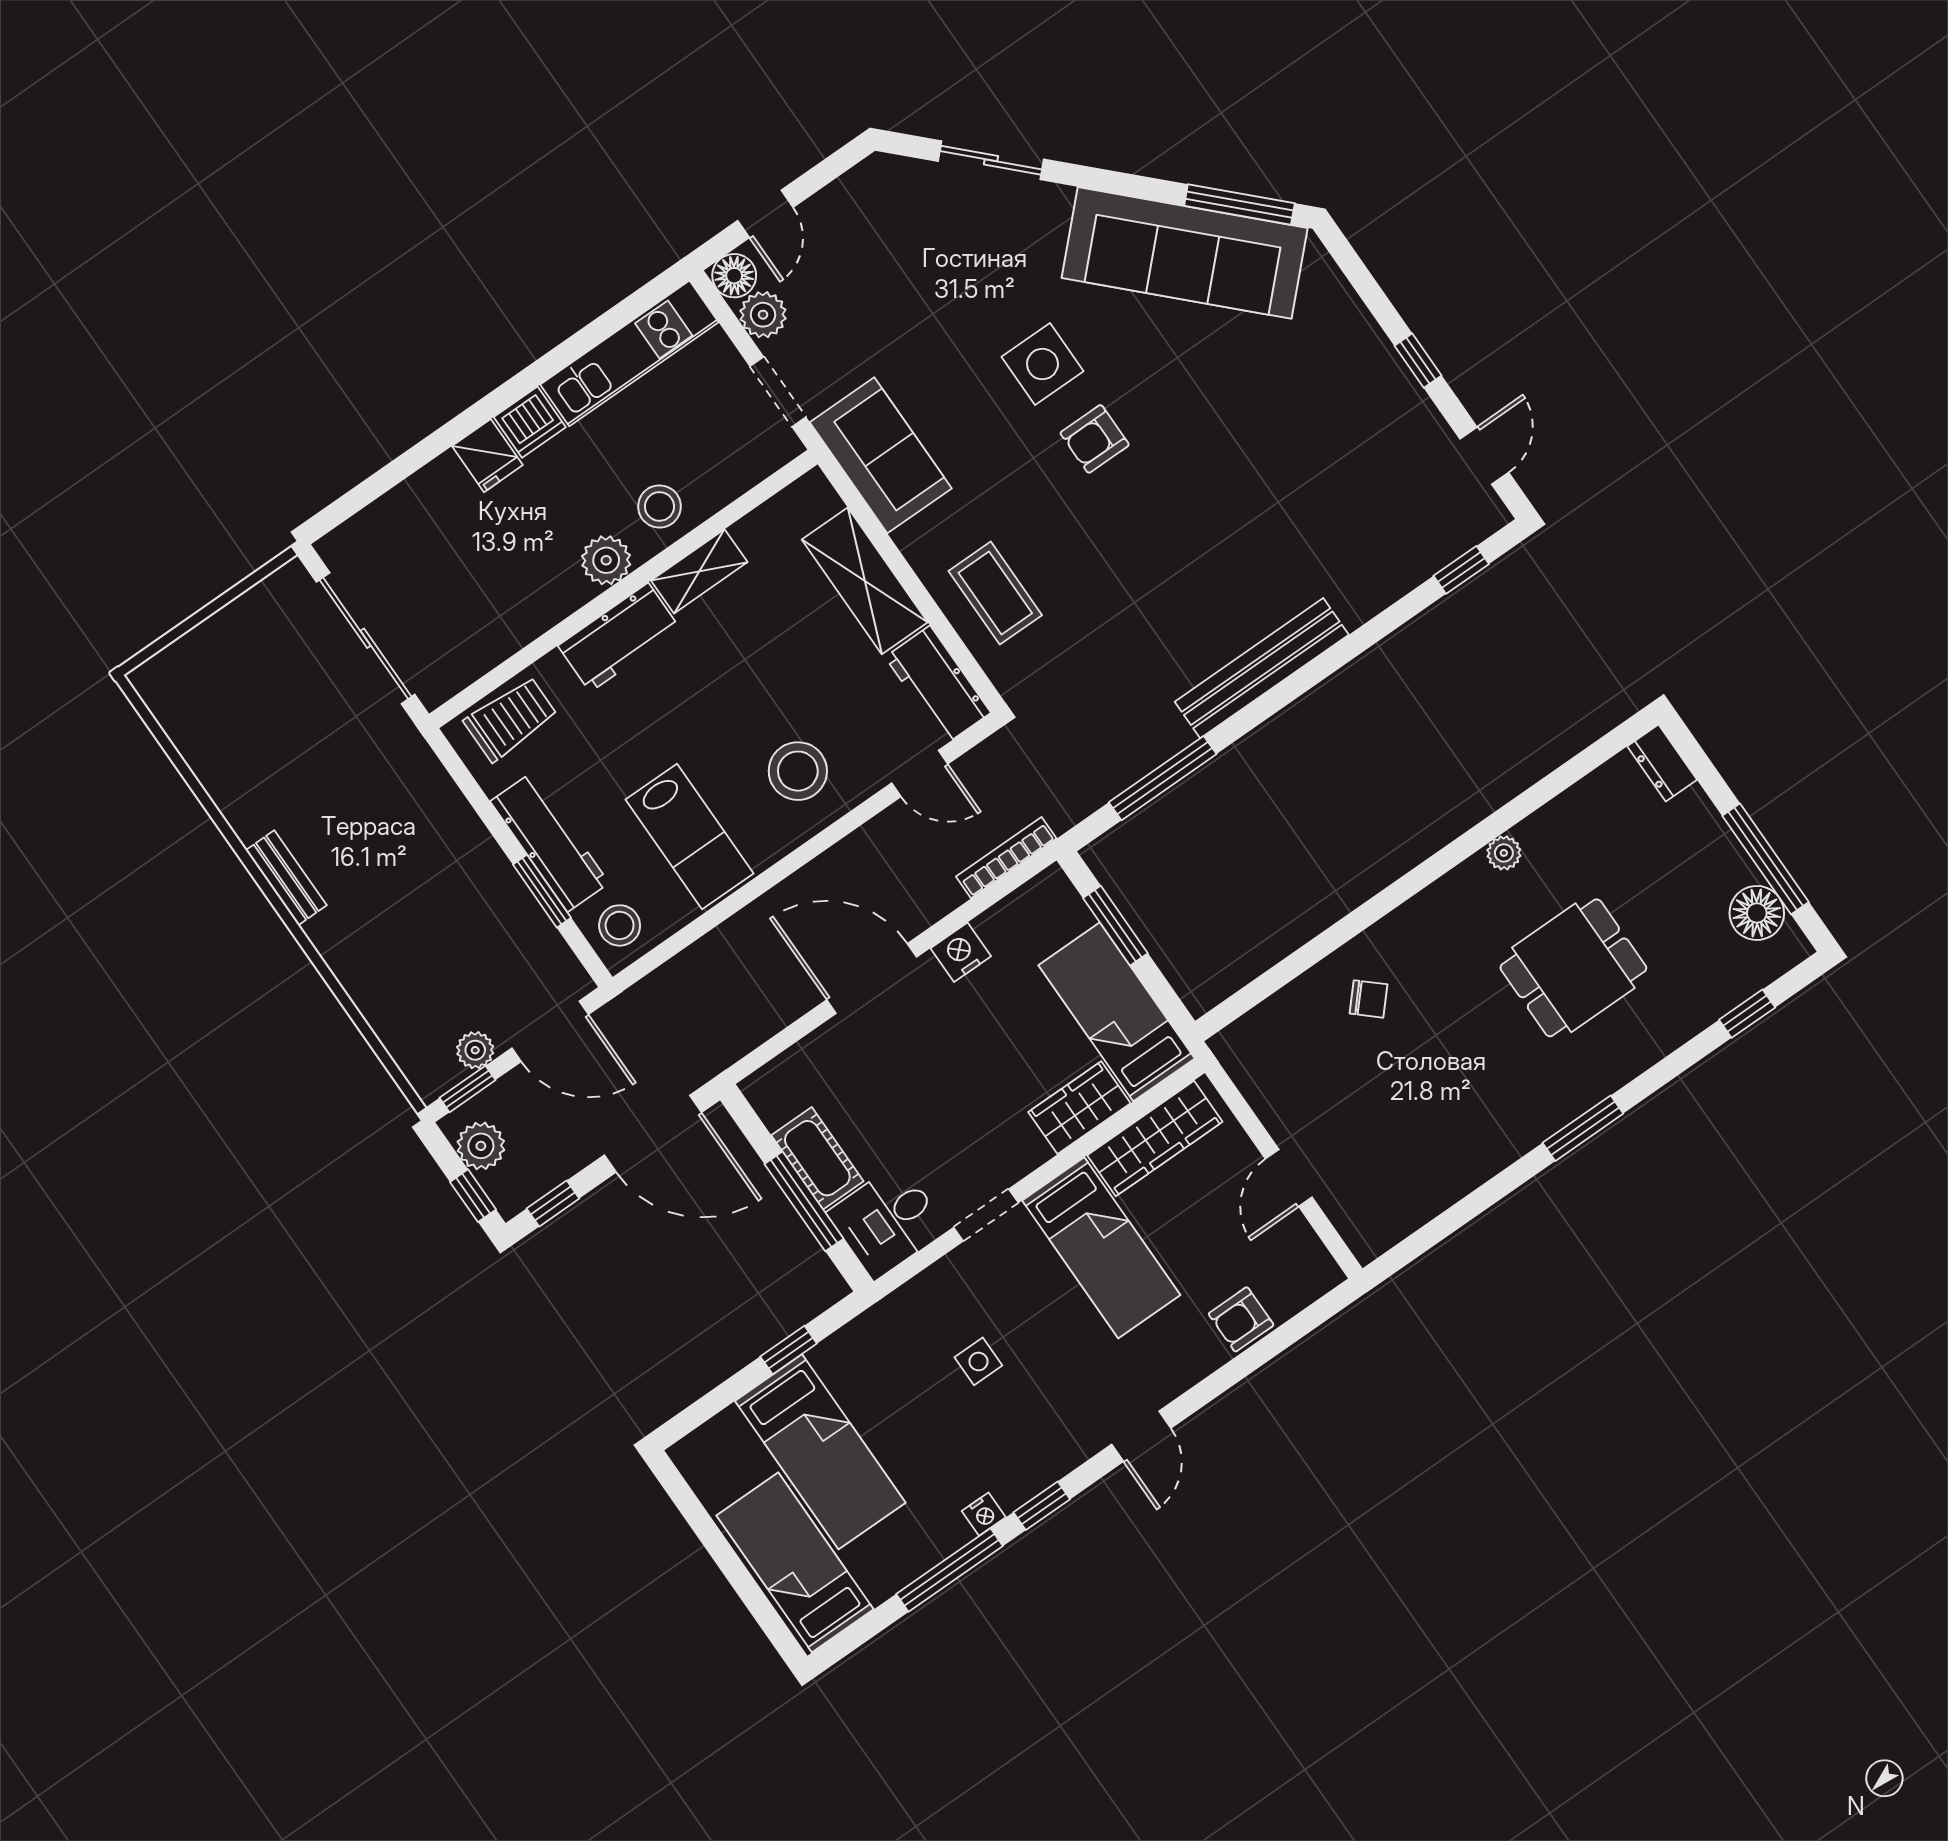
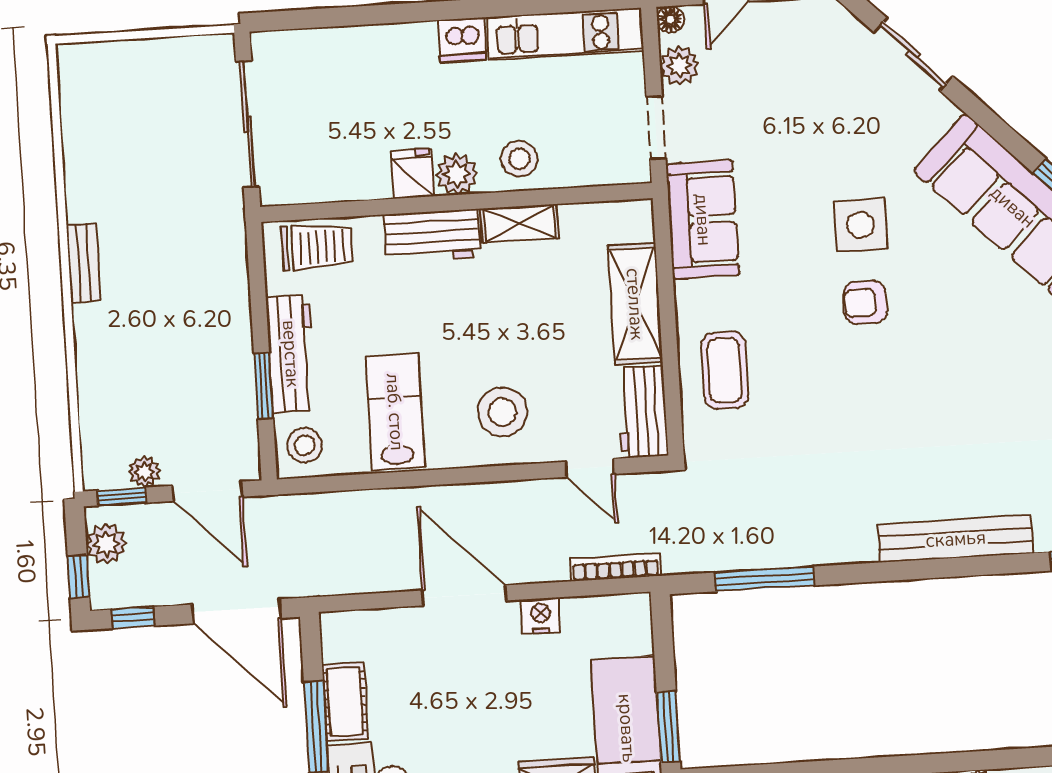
floor lamp: (734, 276) -> (670, 19), width x0.73, depth x0.73
fridge: (487, 456) -> (413, 174), moved, turned 180
bench: (1262, 668) -> (956, 539), moved
lab bench: (690, 836) -> (395, 412), turned 180
window: (1115, 926) -> (668, 727), moved

